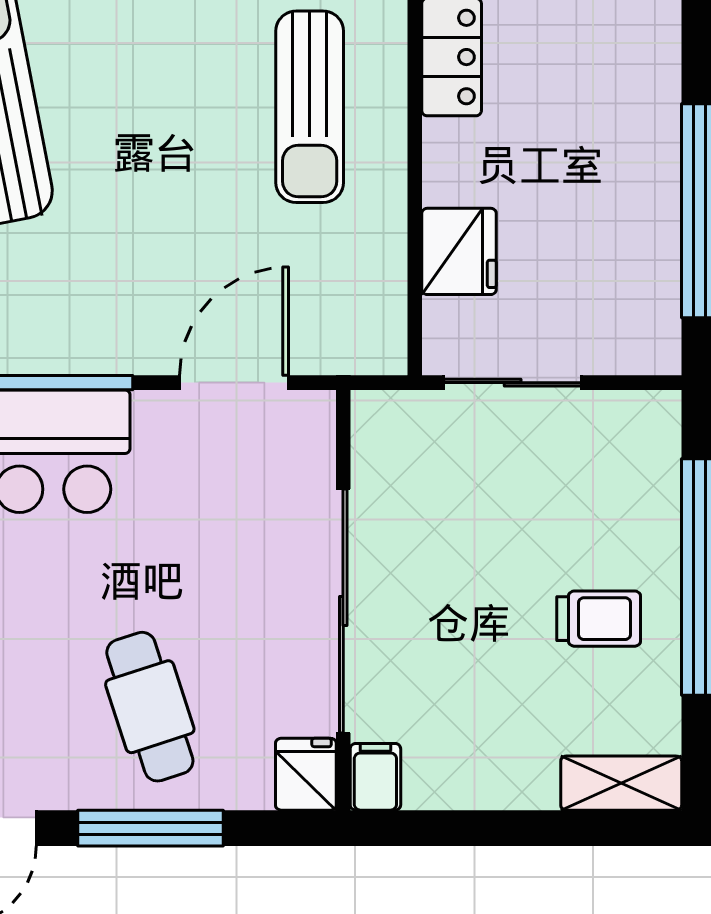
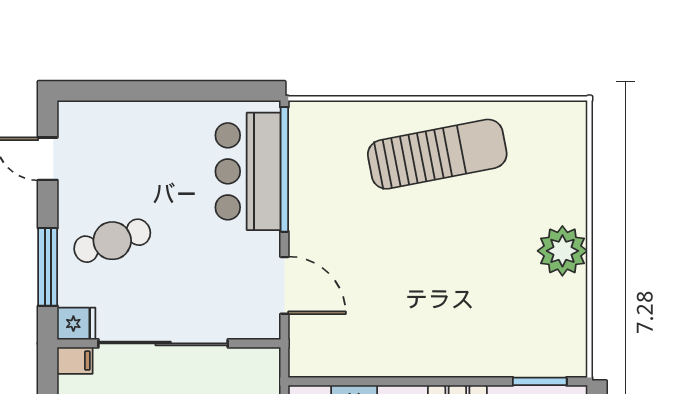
sun lounger: (310, 107) -> (431, 326), removed
window: (150, 828) -> (48, 267), moved

